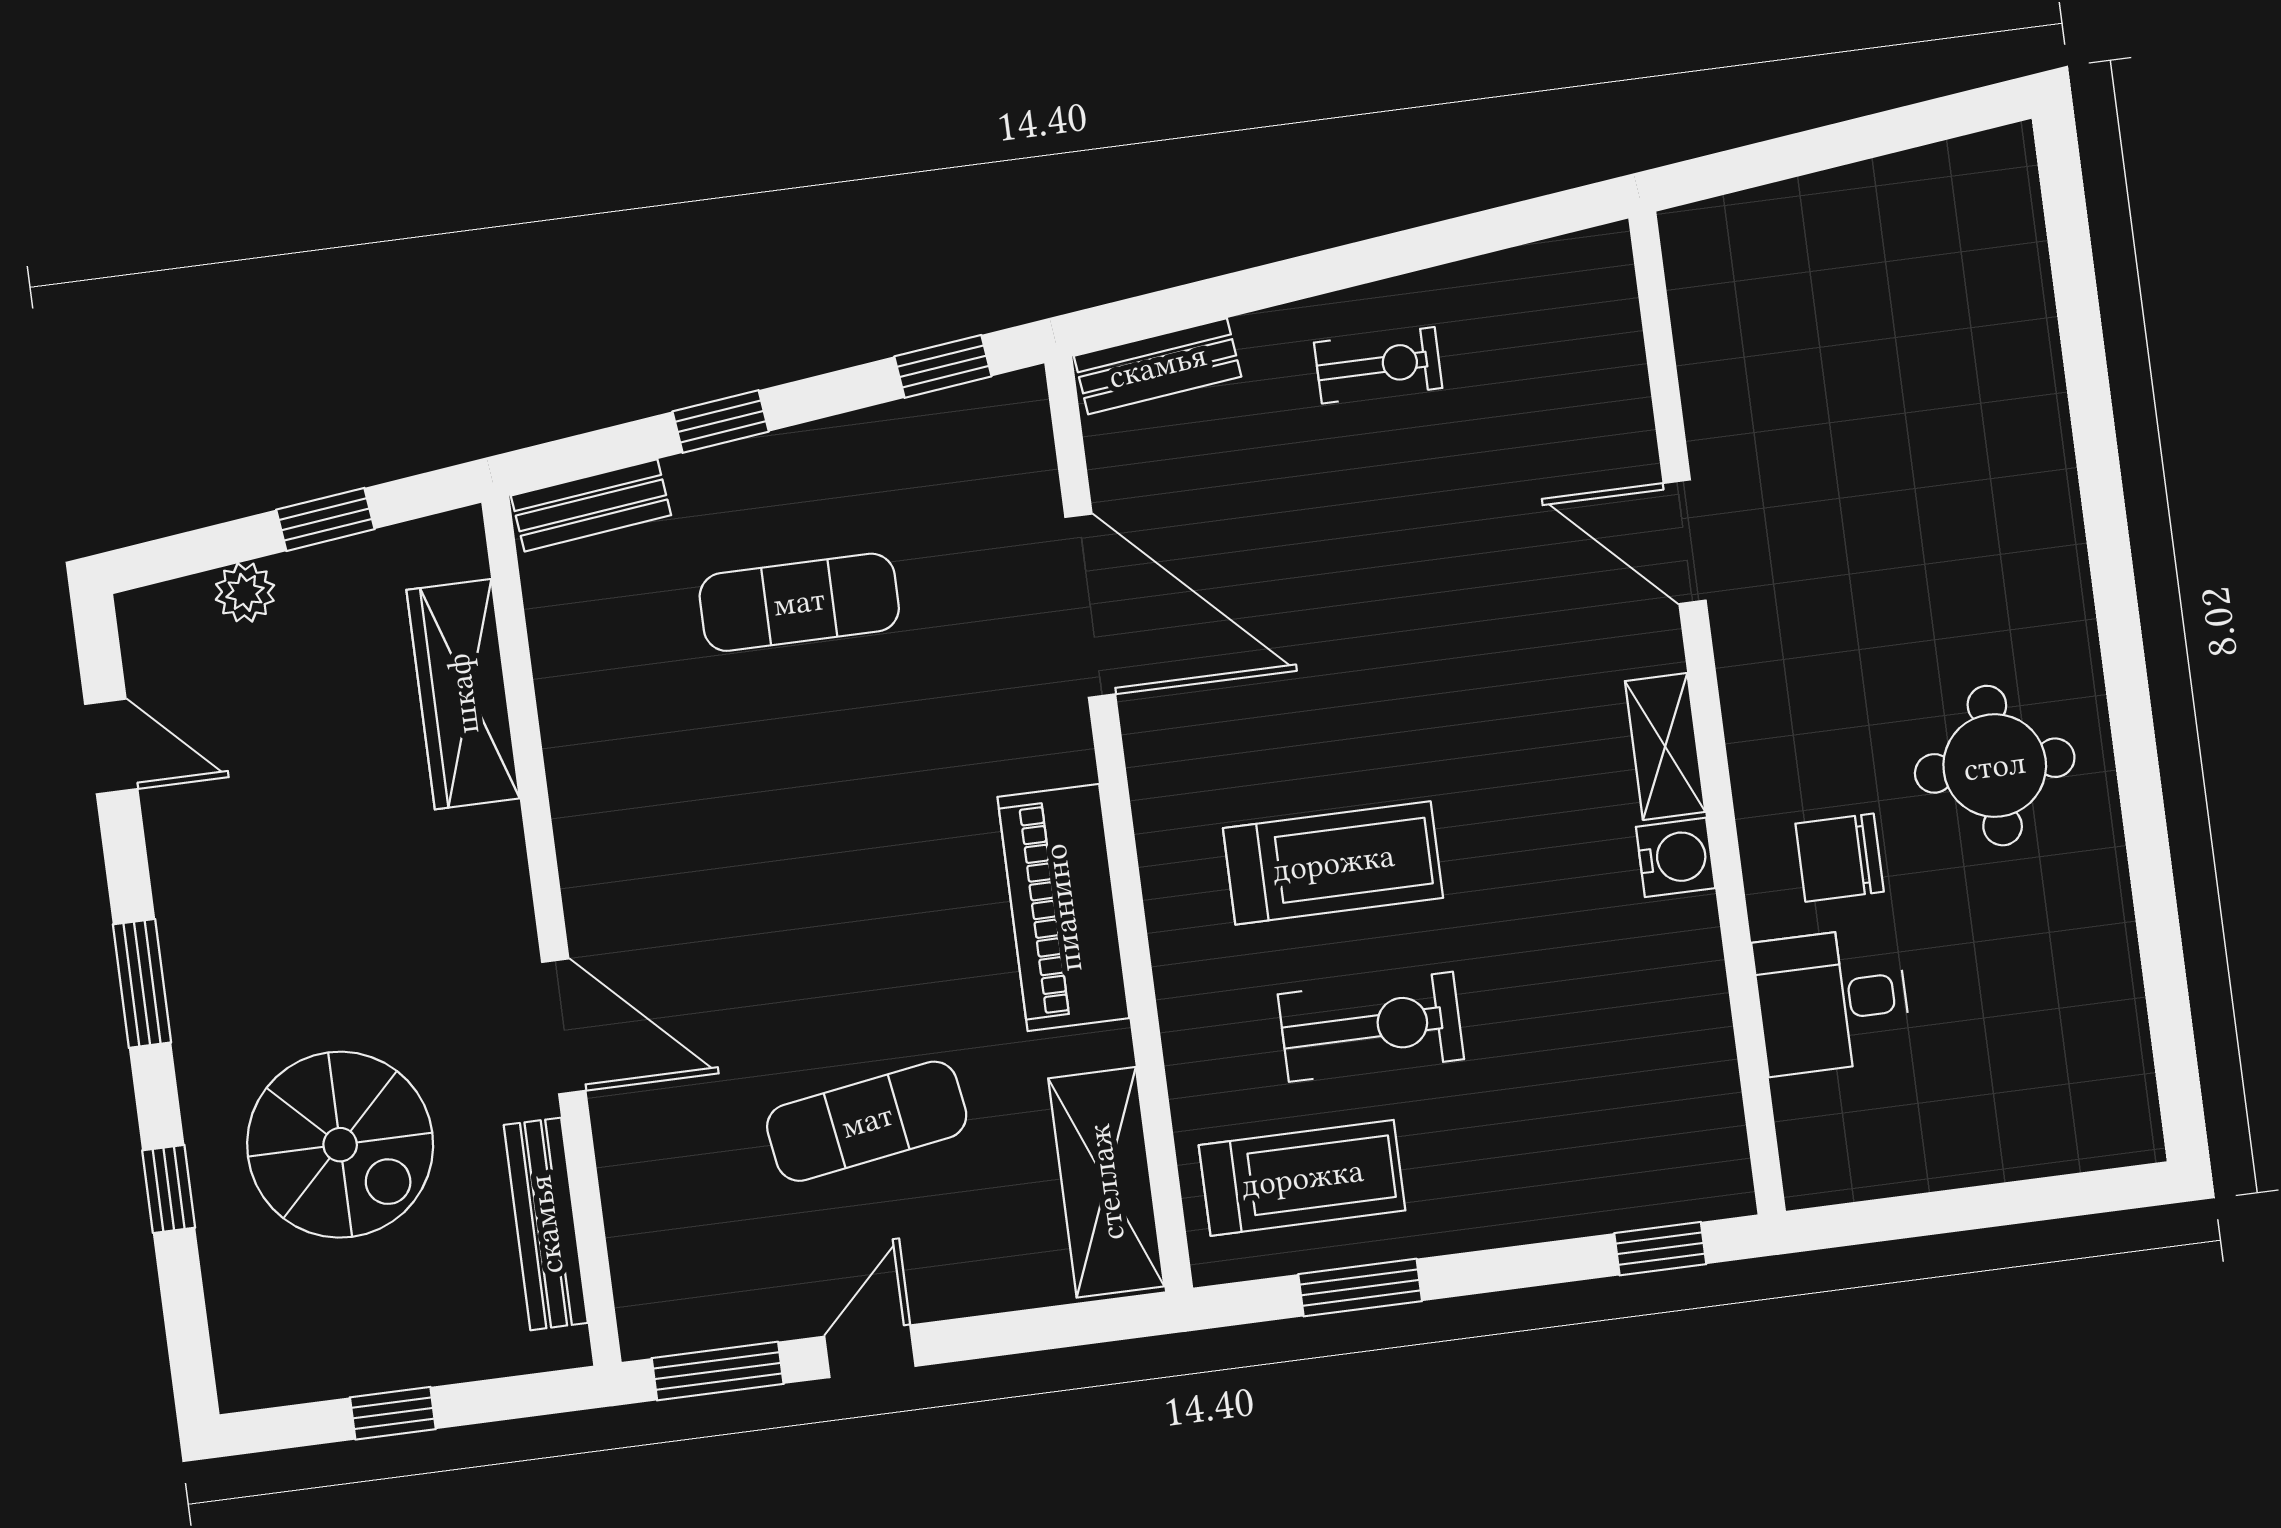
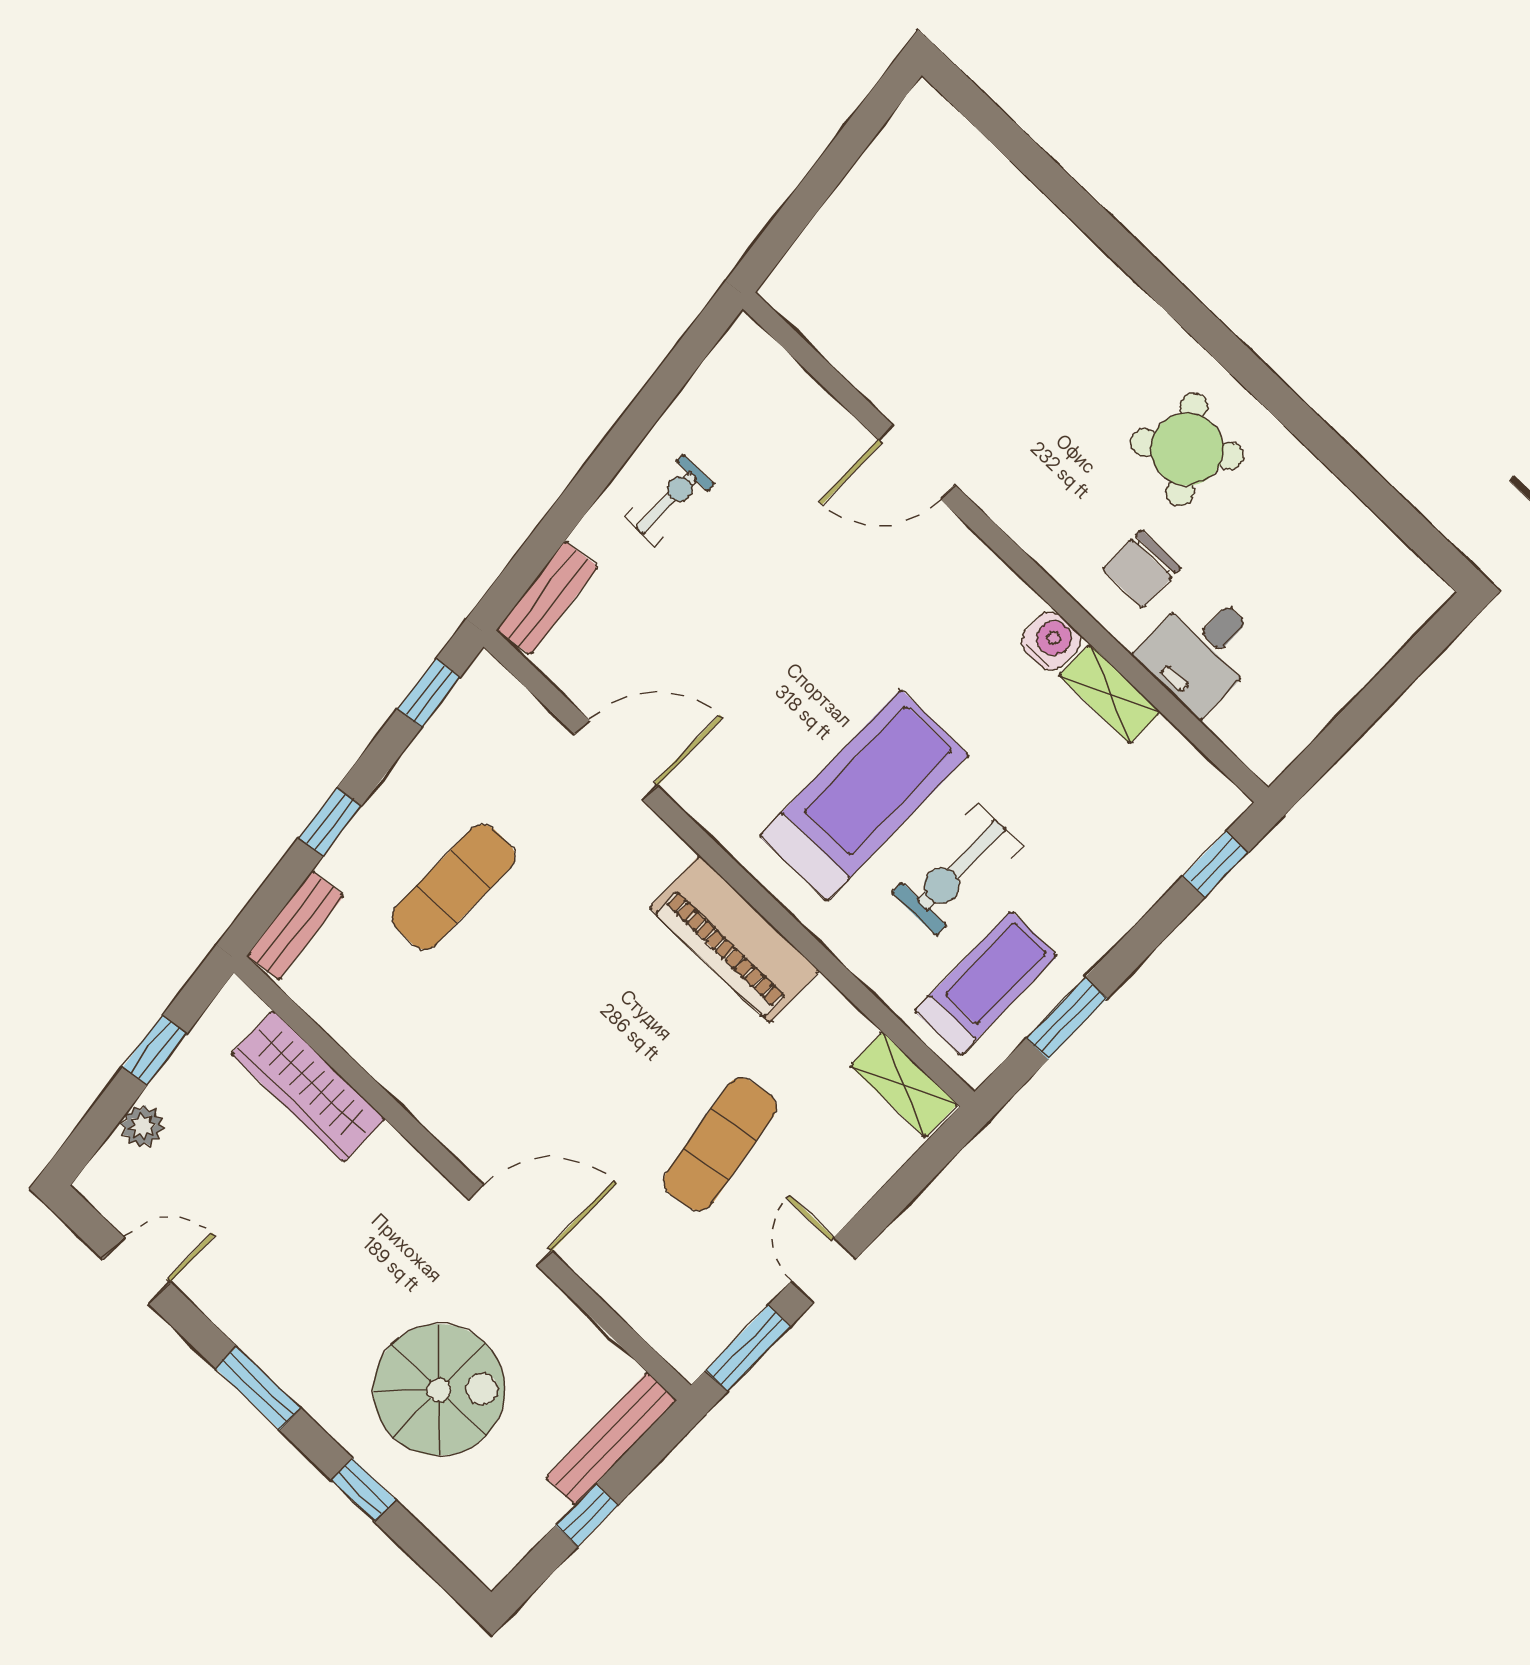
door: (1090, 606) -> (616, 760), width x0.73
shelving: (1665, 747) -> (1110, 694), moved
round table: (1995, 766) -> (1187, 449), turned -35
treadmill: (1333, 863) -> (864, 795), width x1.37, depth x1.38
exercise bike: (1371, 1027) -> (957, 869), turned 180
shelving: (1106, 1182) -> (904, 1085), width x0.67, depth x0.75
bench: (546, 1224) -> (611, 1439), moved, turned 90

